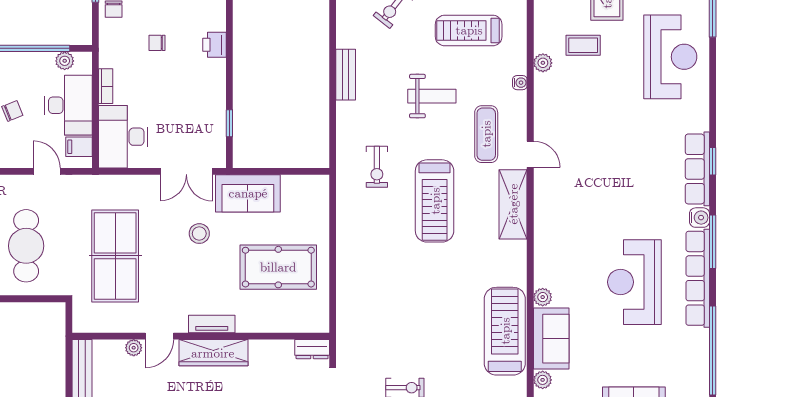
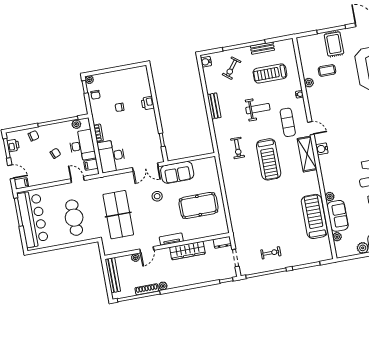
water cooler: (545, 199) -> (322, 149), added
wardrobe: (213, 353) -> (187, 251), moved

